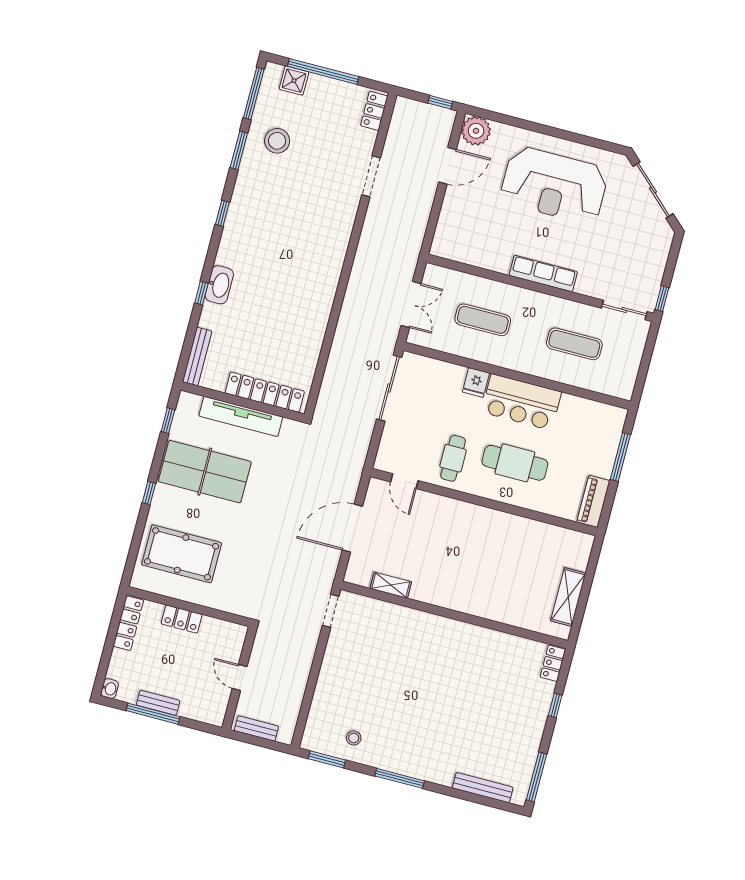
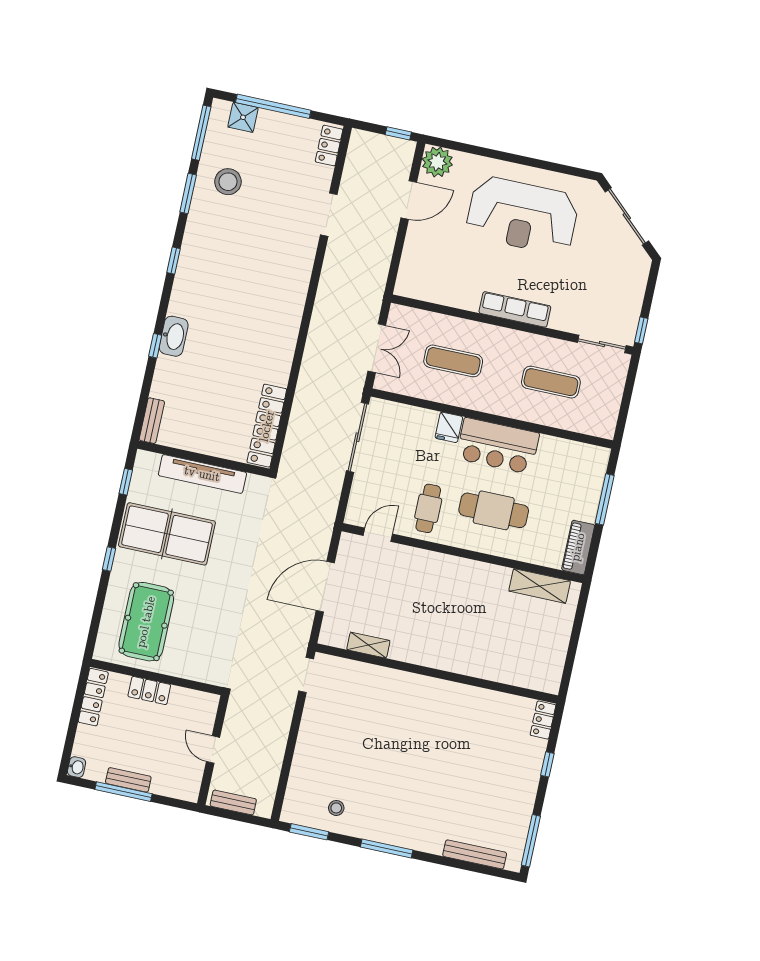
bench: (197, 356) -> (152, 421), width x0.73
locker: (265, 392) -> (267, 426), moved, turned -90
door: (404, 481) -> (378, 535), swing flipped
pool table: (182, 554) -> (146, 622), turned 90
shelving: (568, 597) -> (540, 586), moved, turned 90

